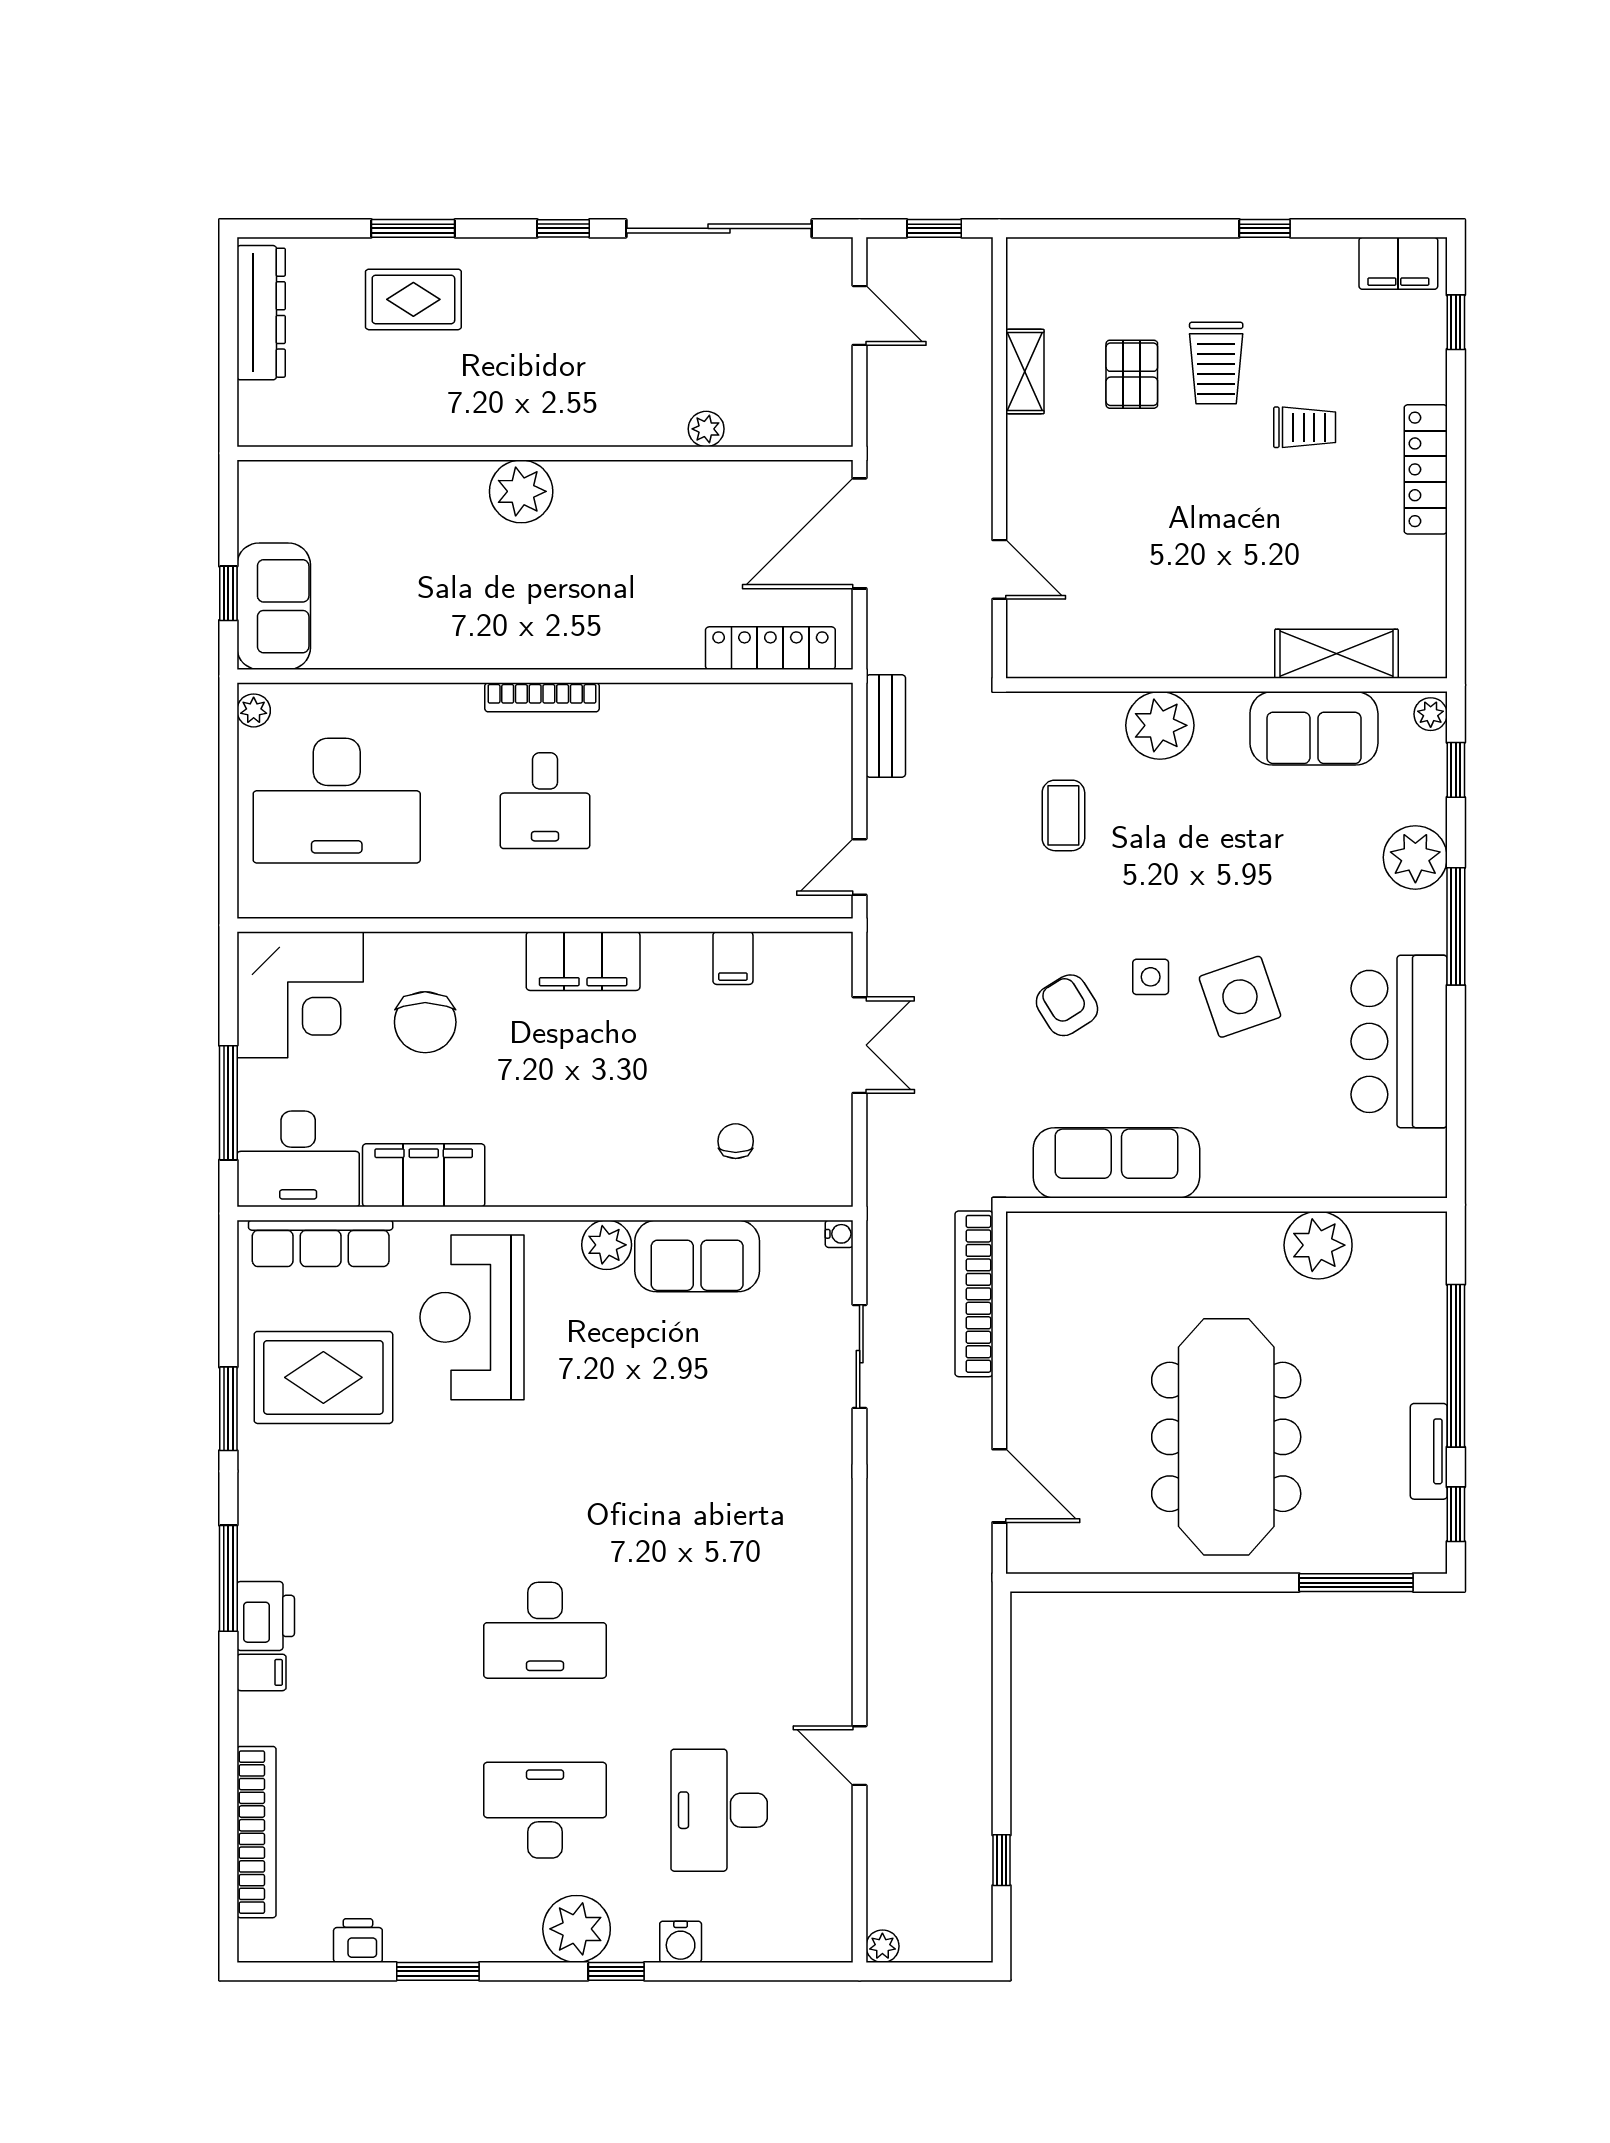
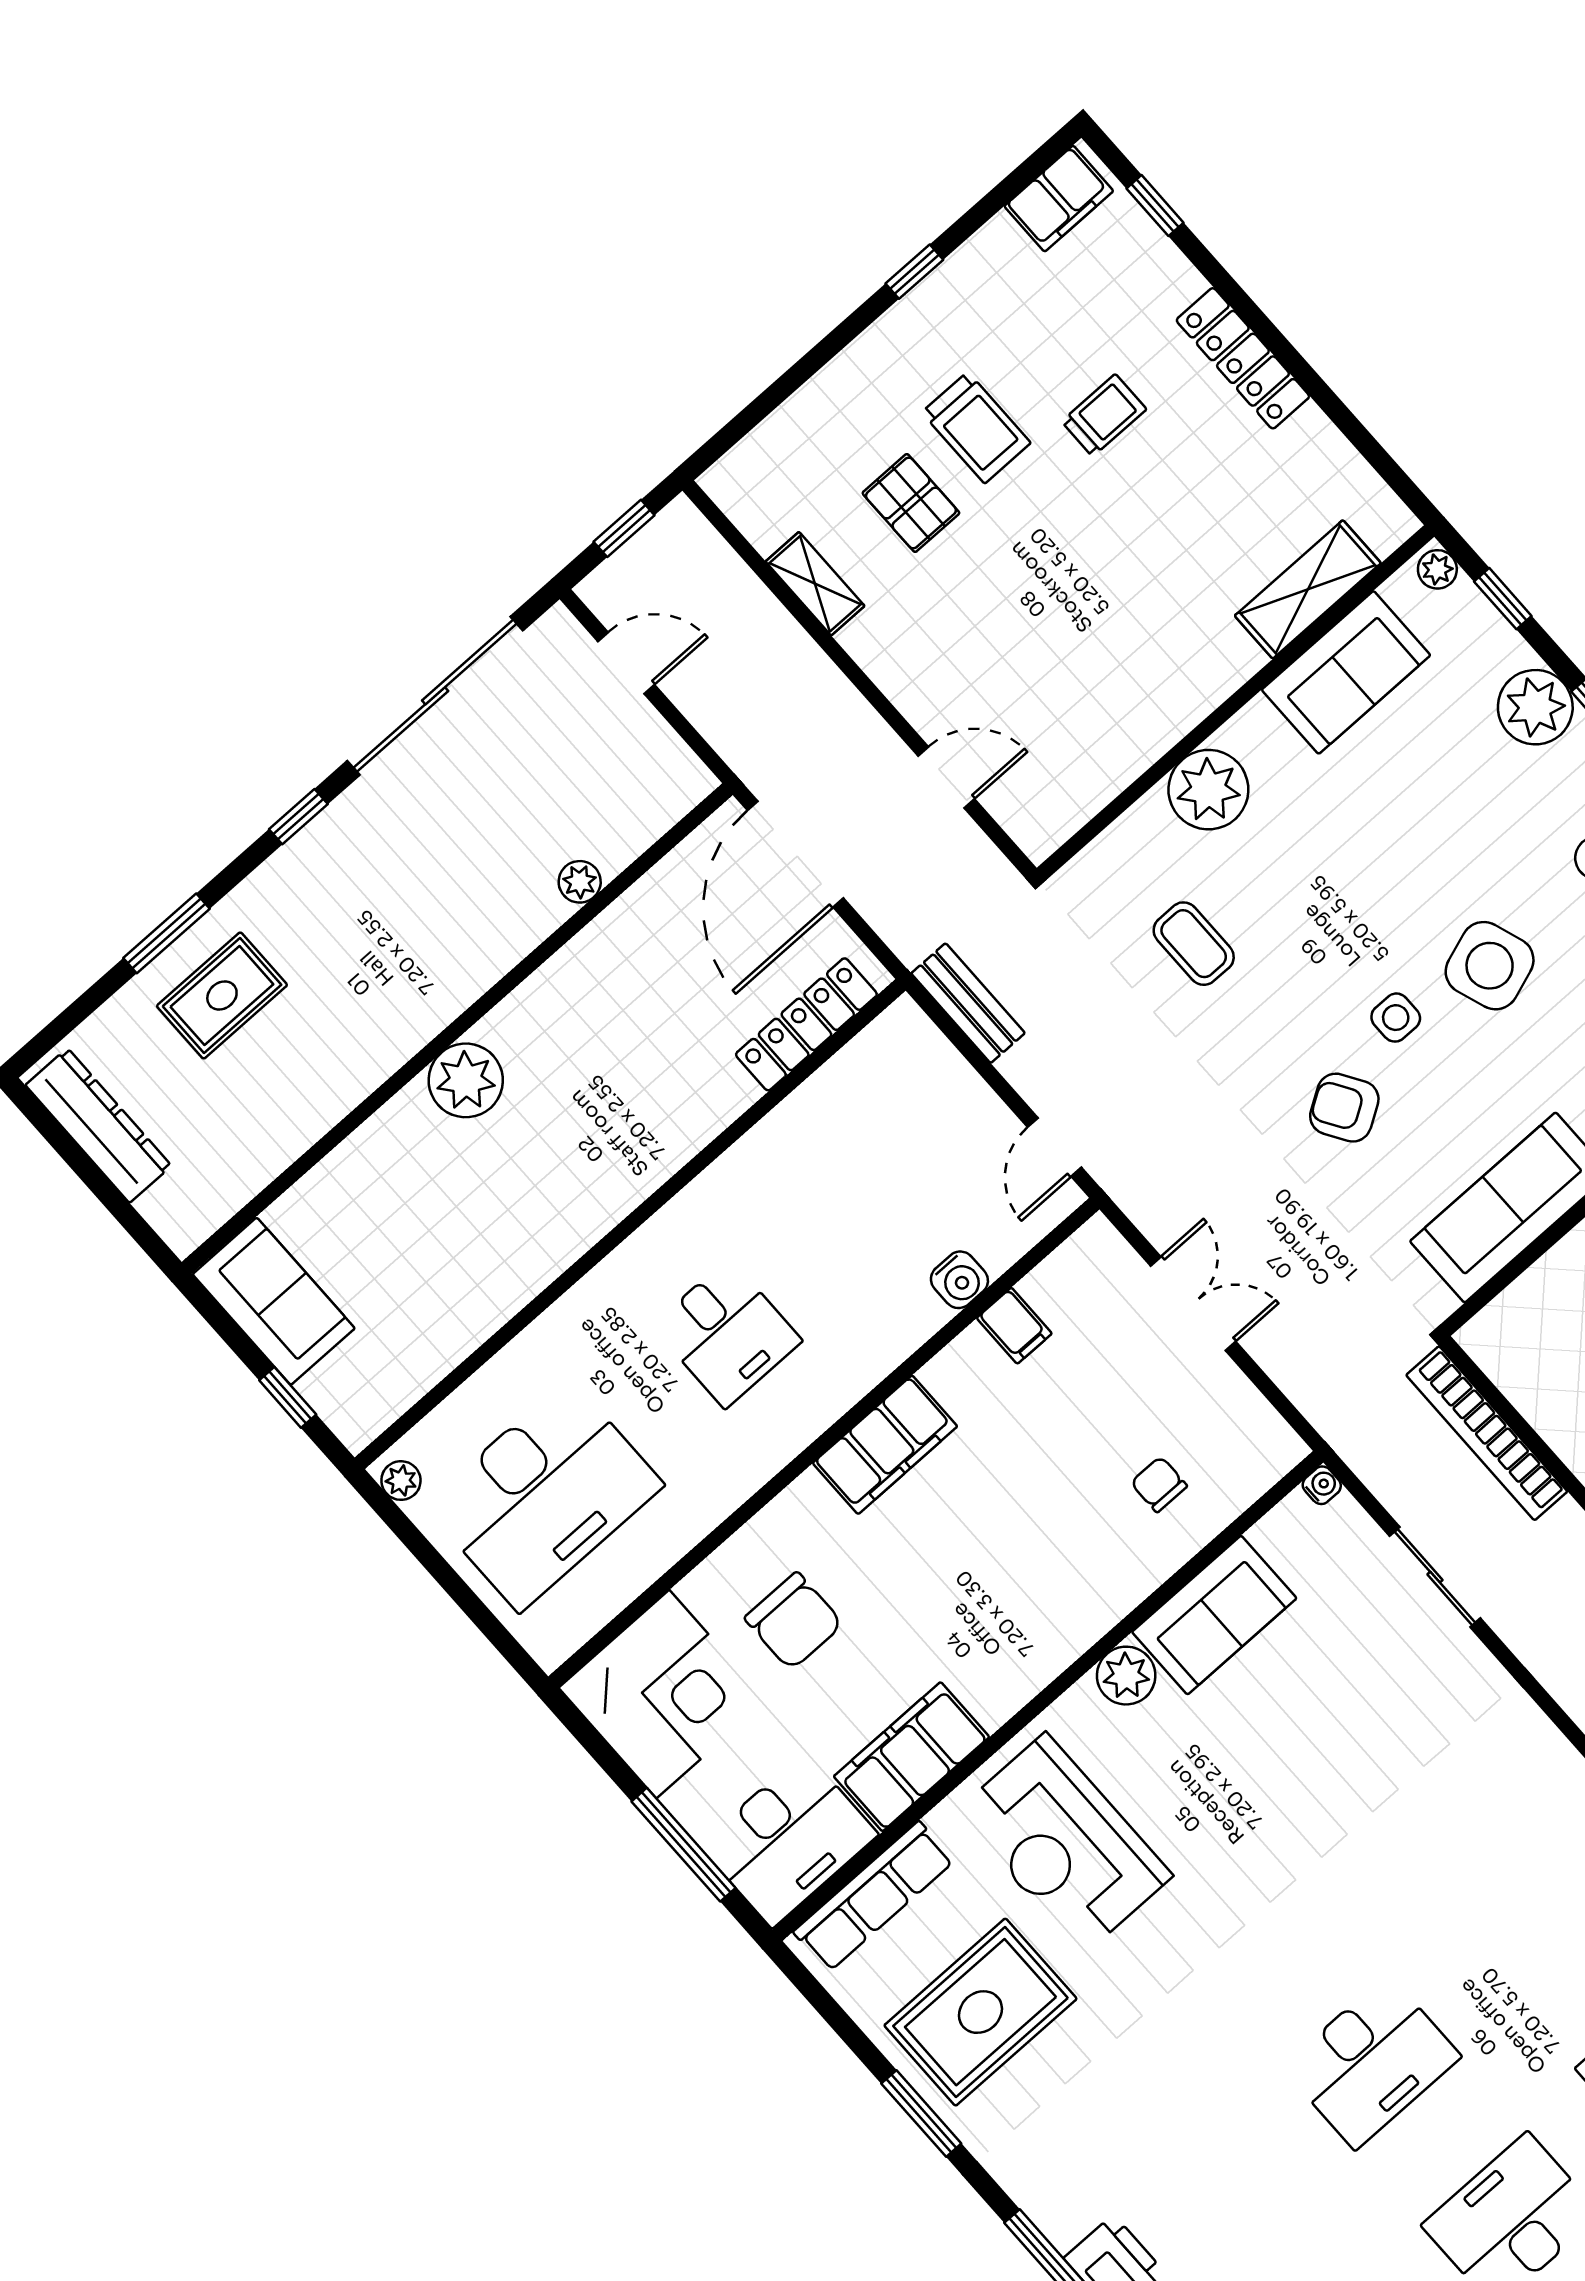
sofa: (274, 606) -> (274, 1301), moved
bookcase: (542, 697) -> (644, 1245), removed
water cooler: (724, 898) -> (959, 1280), added

